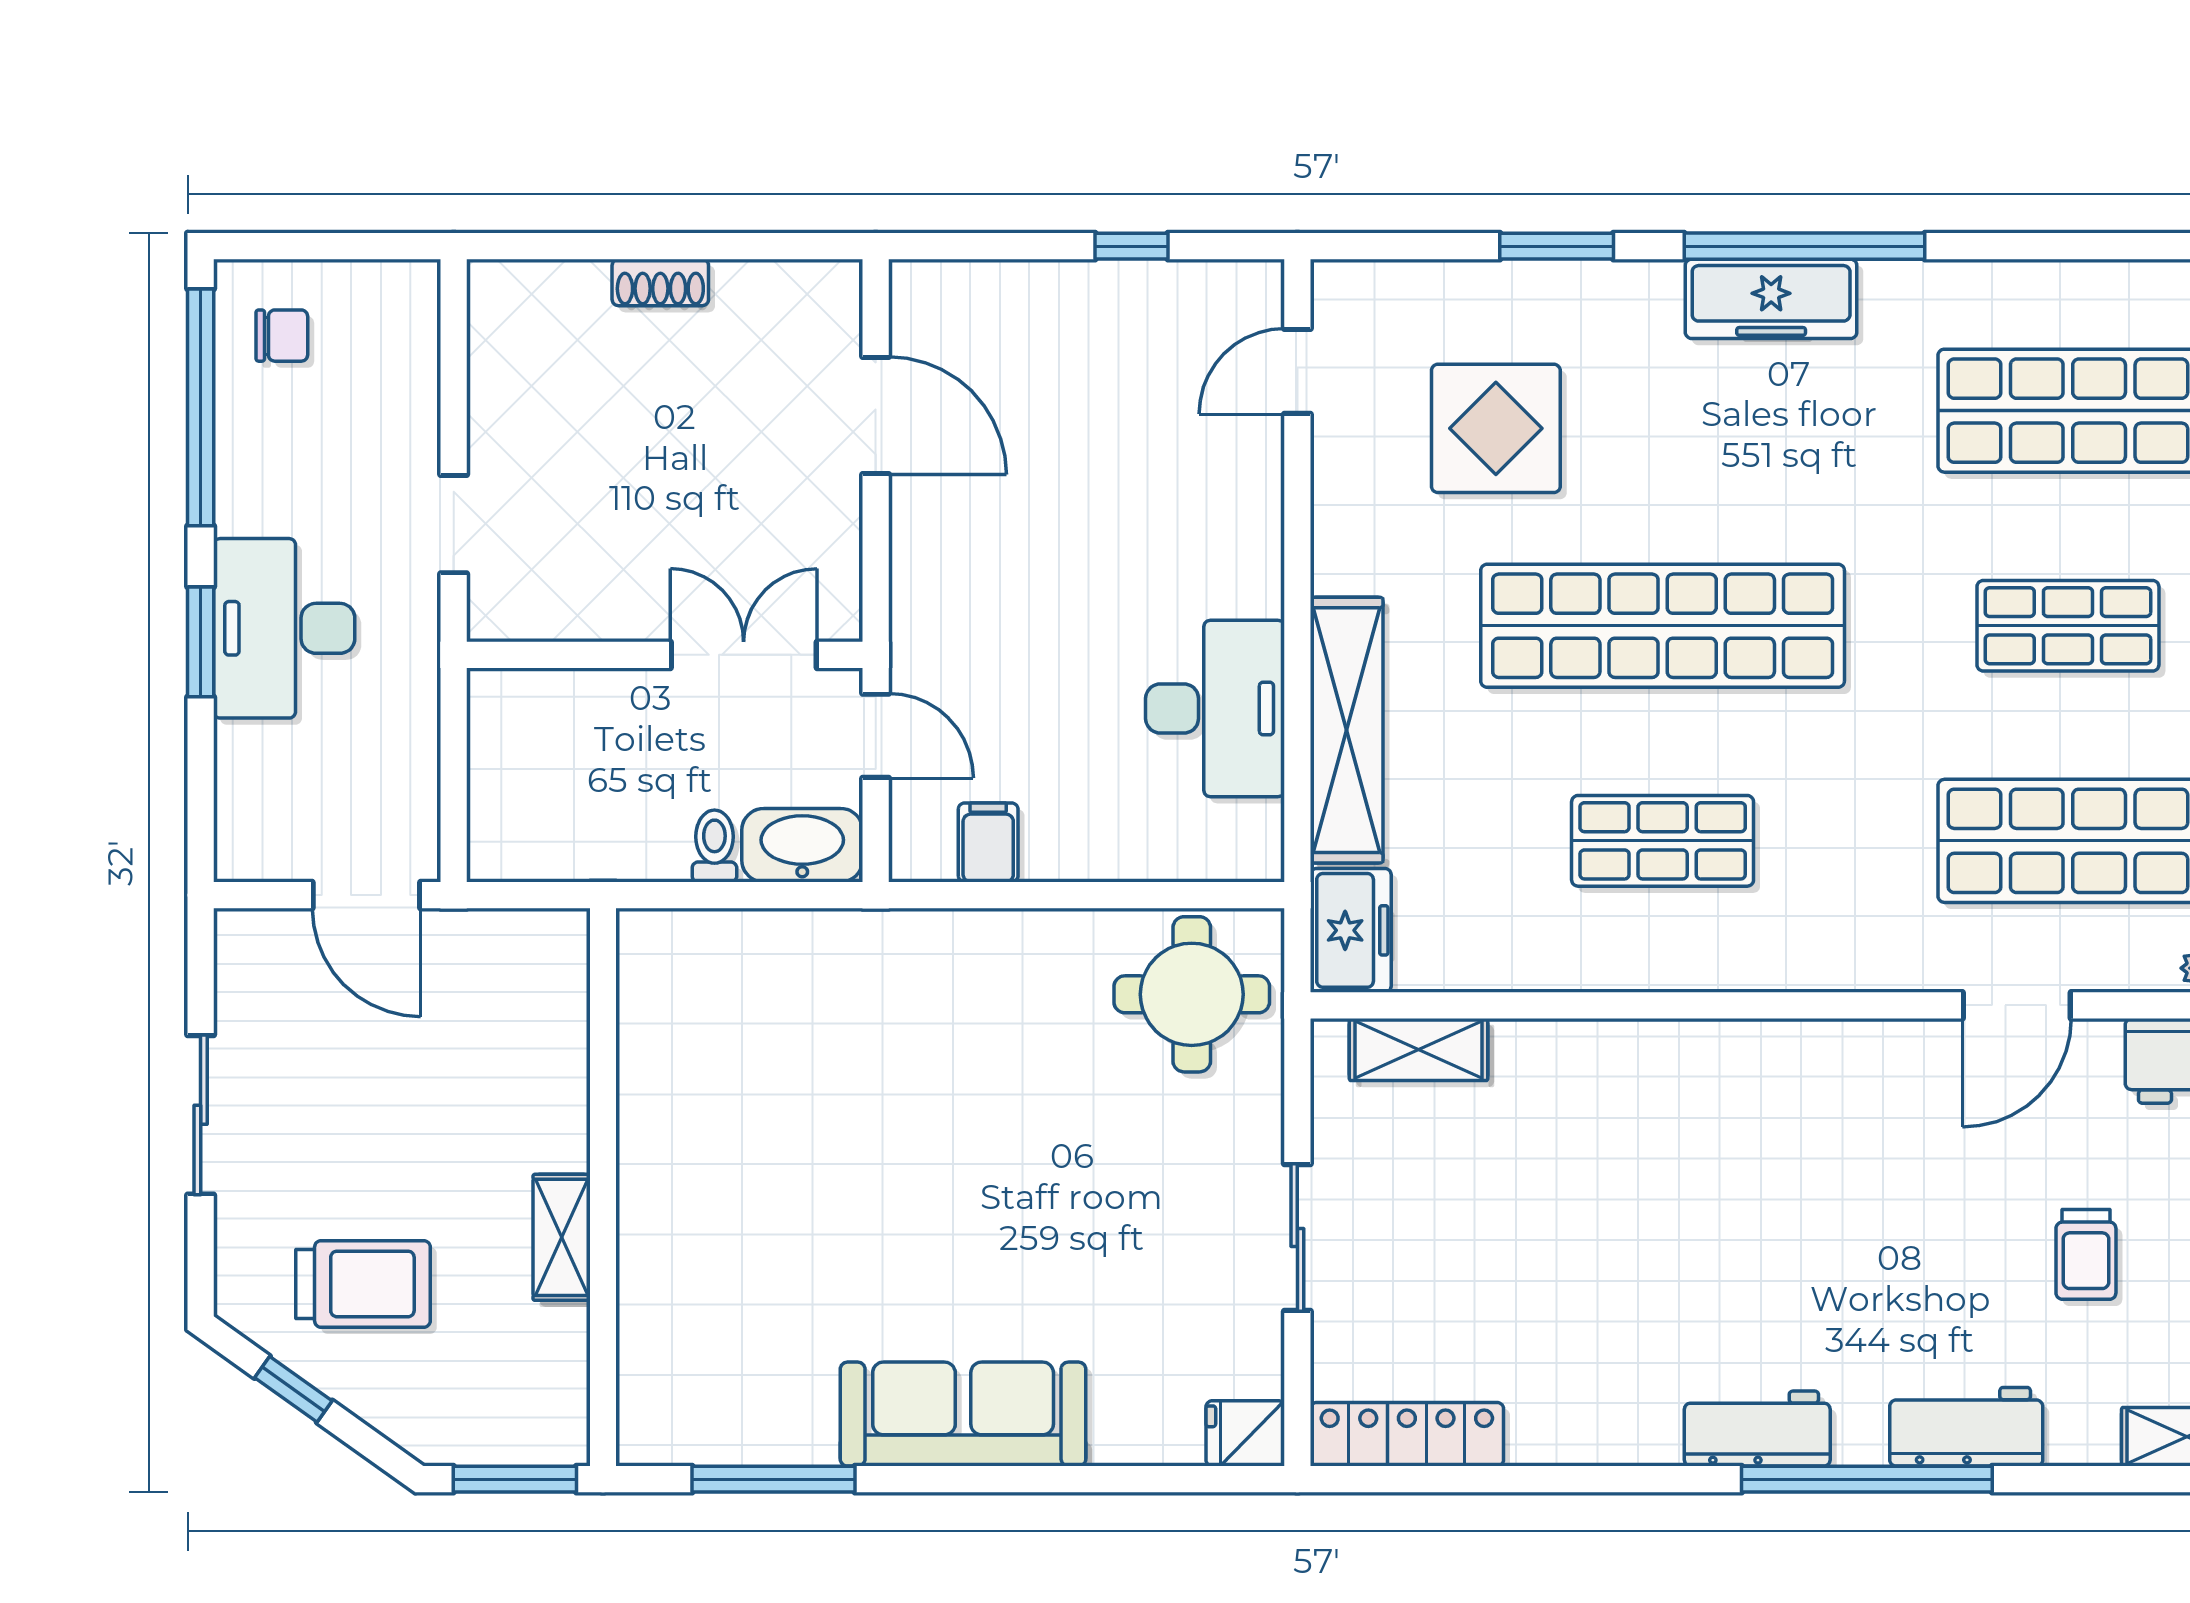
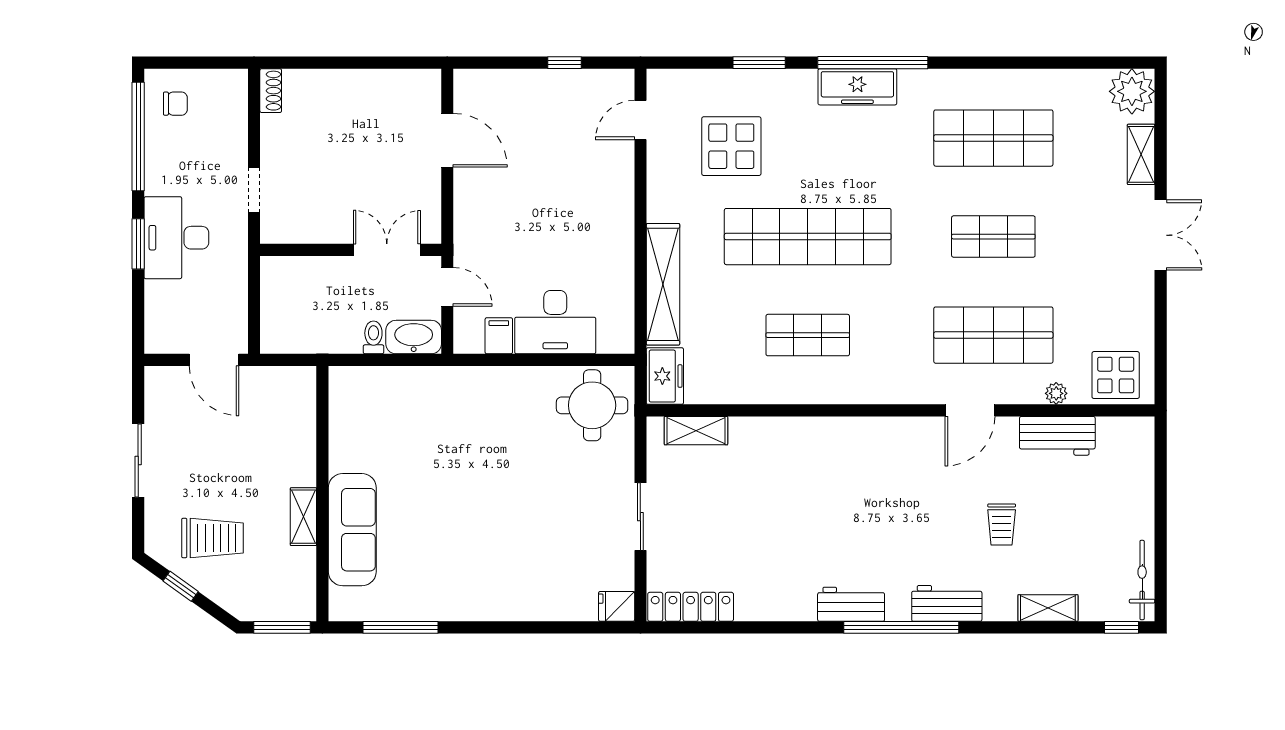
shoe rack: (660, 282) -> (271, 91), moved, turned -90
desk: (1215, 709) -> (555, 322), moved, turned 90
sofa: (963, 1414) -> (352, 530), moved, turned 90

